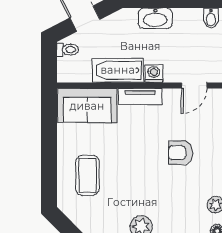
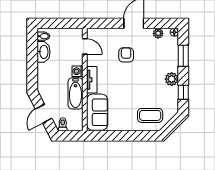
washbasin: (155, 18) -> (43, 52), moved
armchair: (180, 153) -> (126, 55), turned 180
coffee table: (88, 175) -> (150, 115), moved

